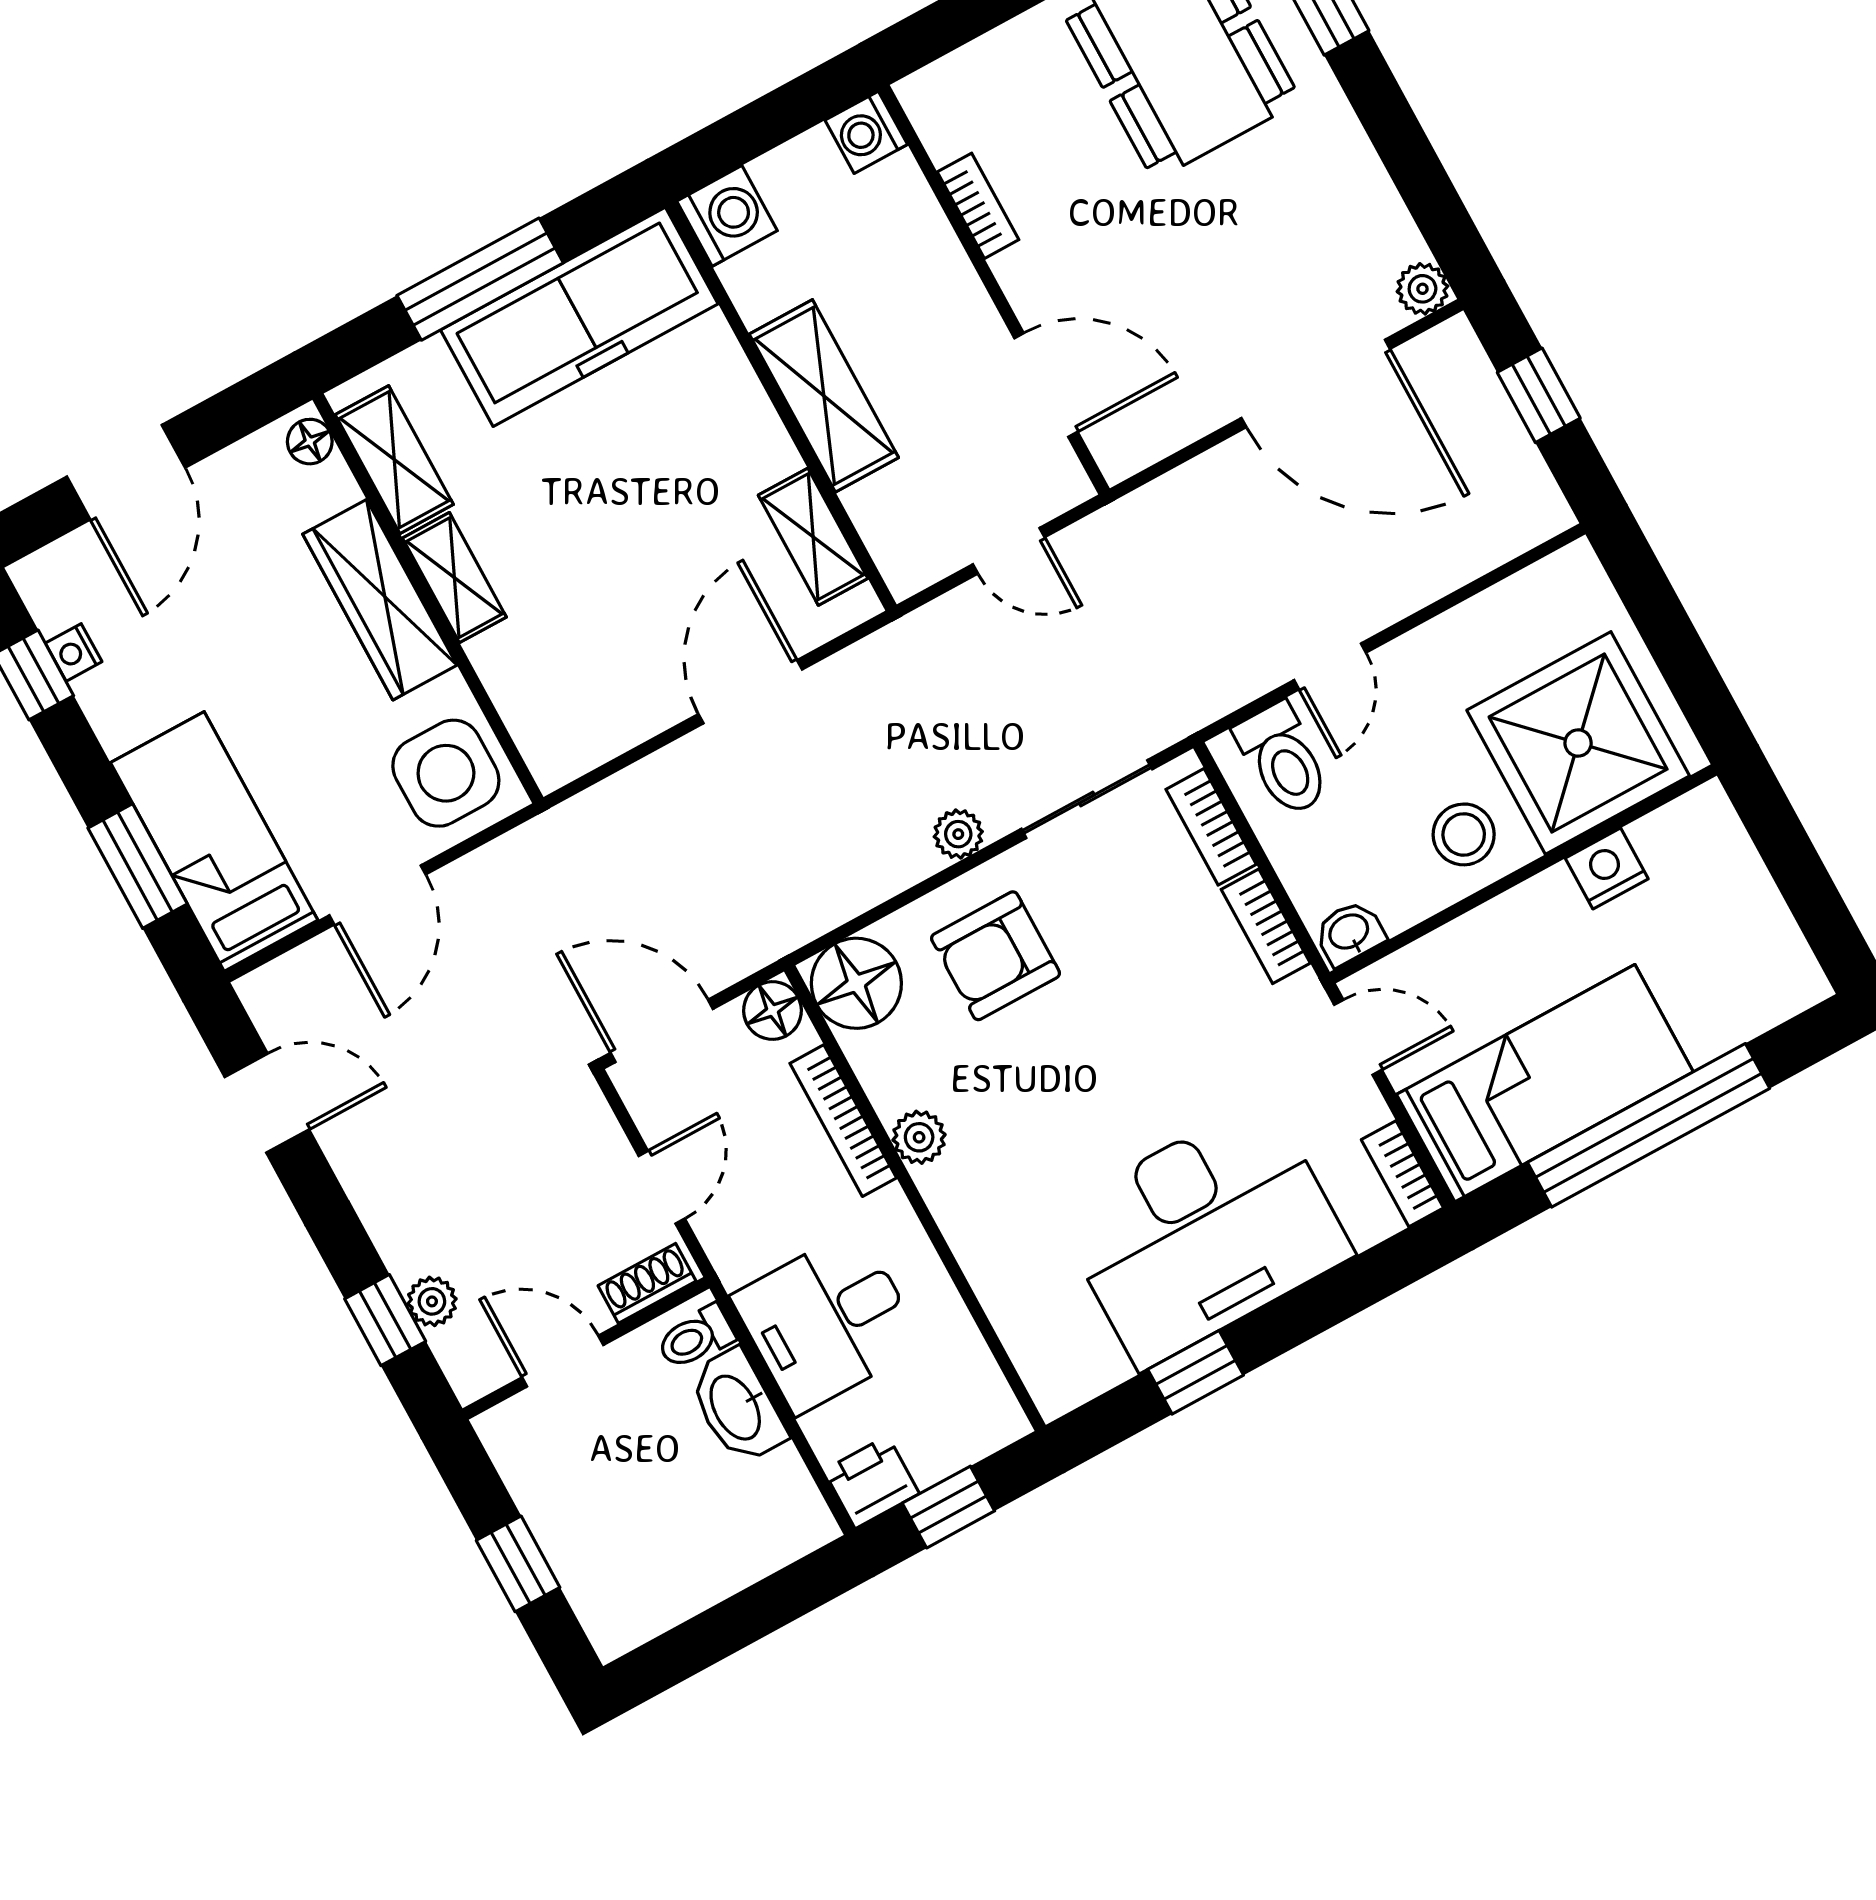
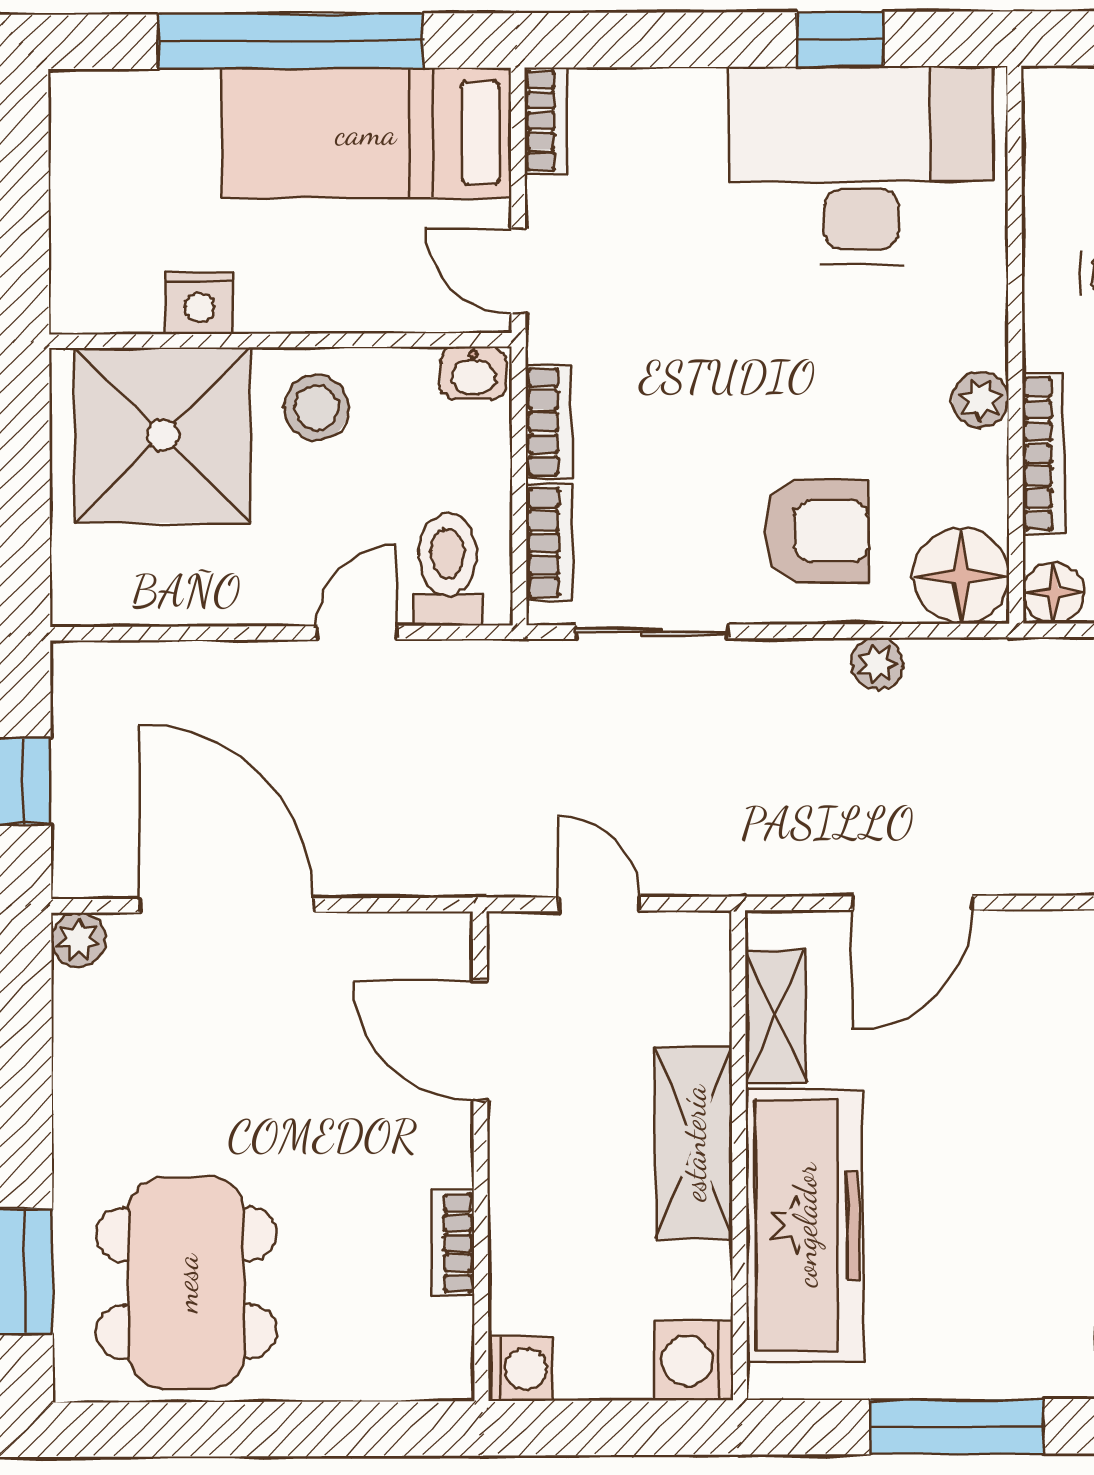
freezer: (579, 317) -> (805, 1225), moved, turned 90
plant: (958, 834) -> (877, 664), moved
desk: (1204, 1233) -> (861, 165), moved

